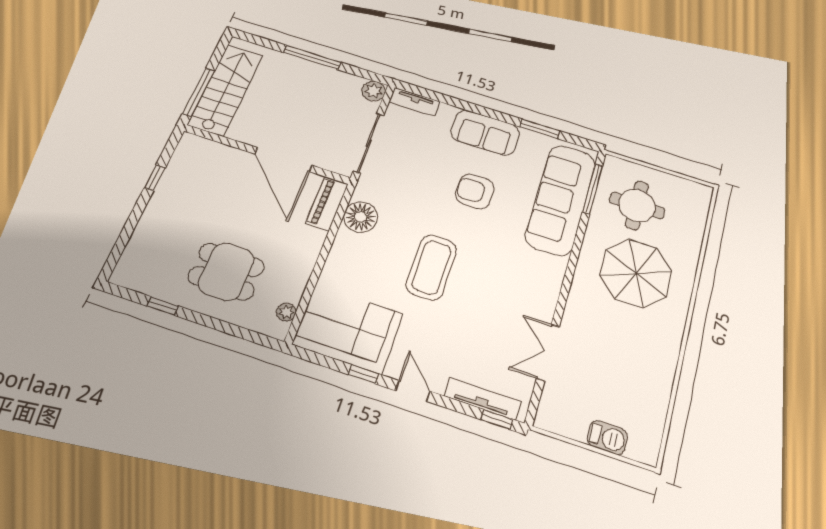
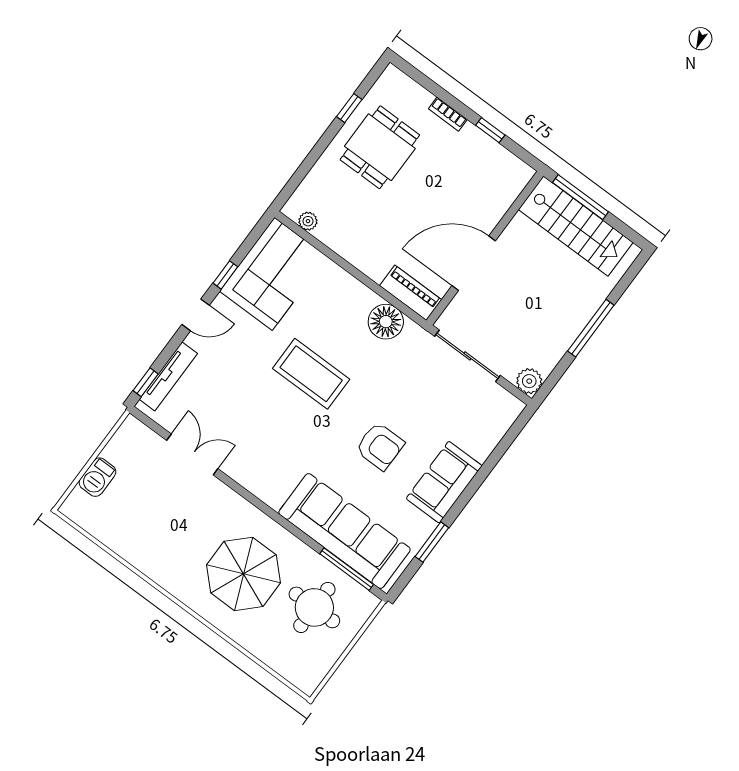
tv unit: (415, 102) -> (503, 420), removed
armchair: (475, 191) -> (380, 446), turned 90
bookcase: (148, 217) -> (448, 114), added
dining table: (226, 272) -> (380, 147), moved

